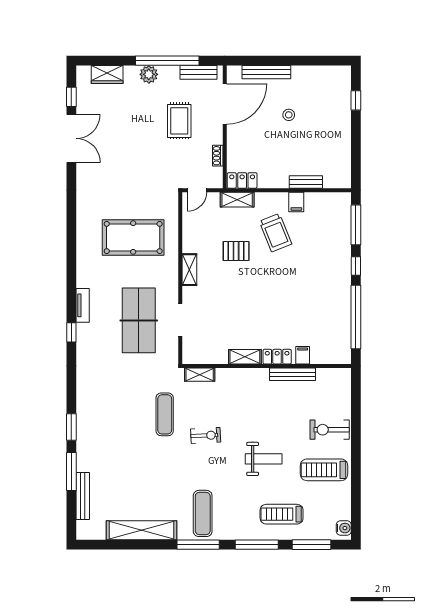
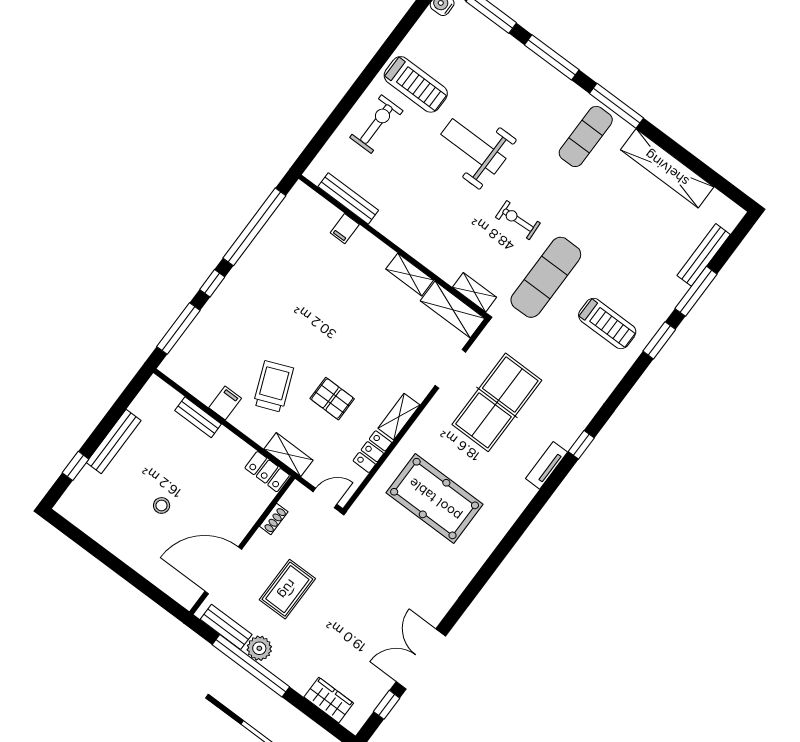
bench: (266, 72) -> (114, 442), moved, turned 90
plant: (149, 74) -> (259, 648), moved
shelving: (205, 355) -> (453, 310), added
locker: (277, 357) -> (372, 452), moved, turned 90
bench: (293, 374) -> (348, 198), moved
exercise mat: (165, 414) -> (546, 277), width x1.36, depth x1.45
exercise bike: (330, 430) -> (376, 124), turned -90
weight bench: (264, 459) -> (473, 146), width x1.36, depth x1.33
treadmill: (282, 514) -> (607, 324), moved

